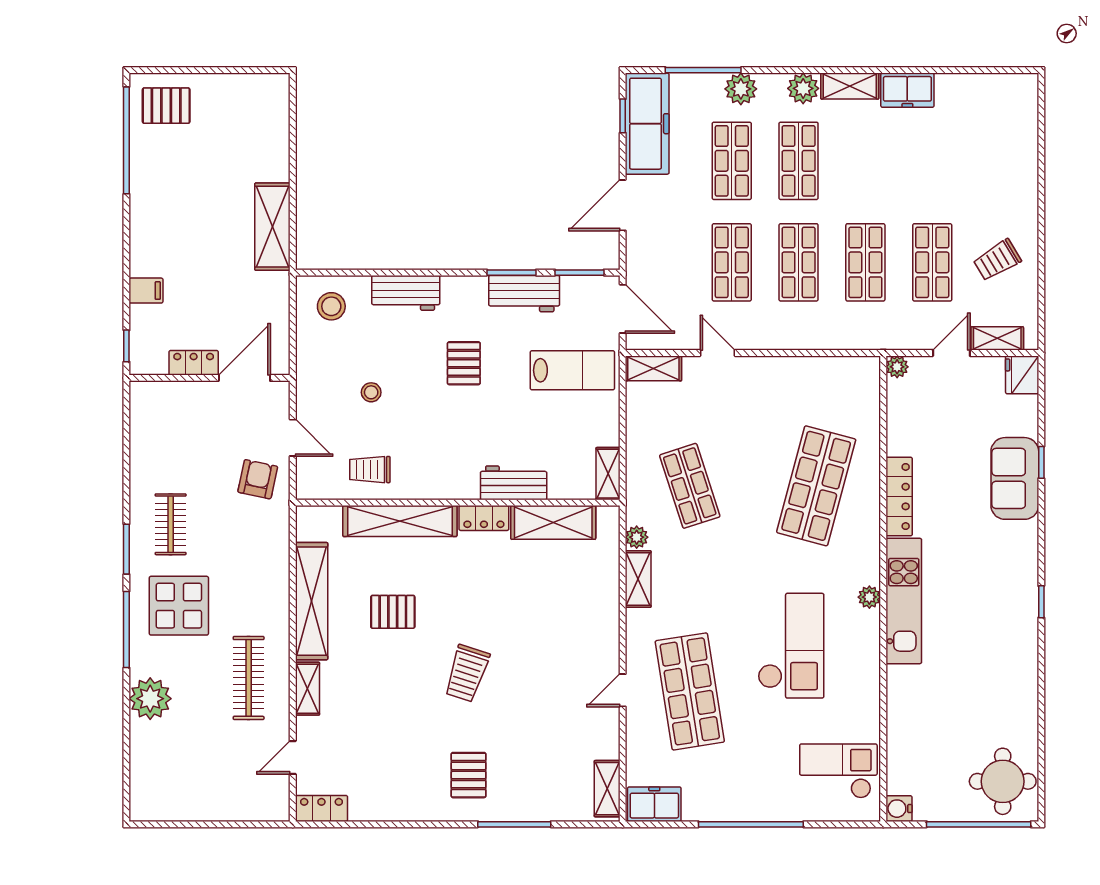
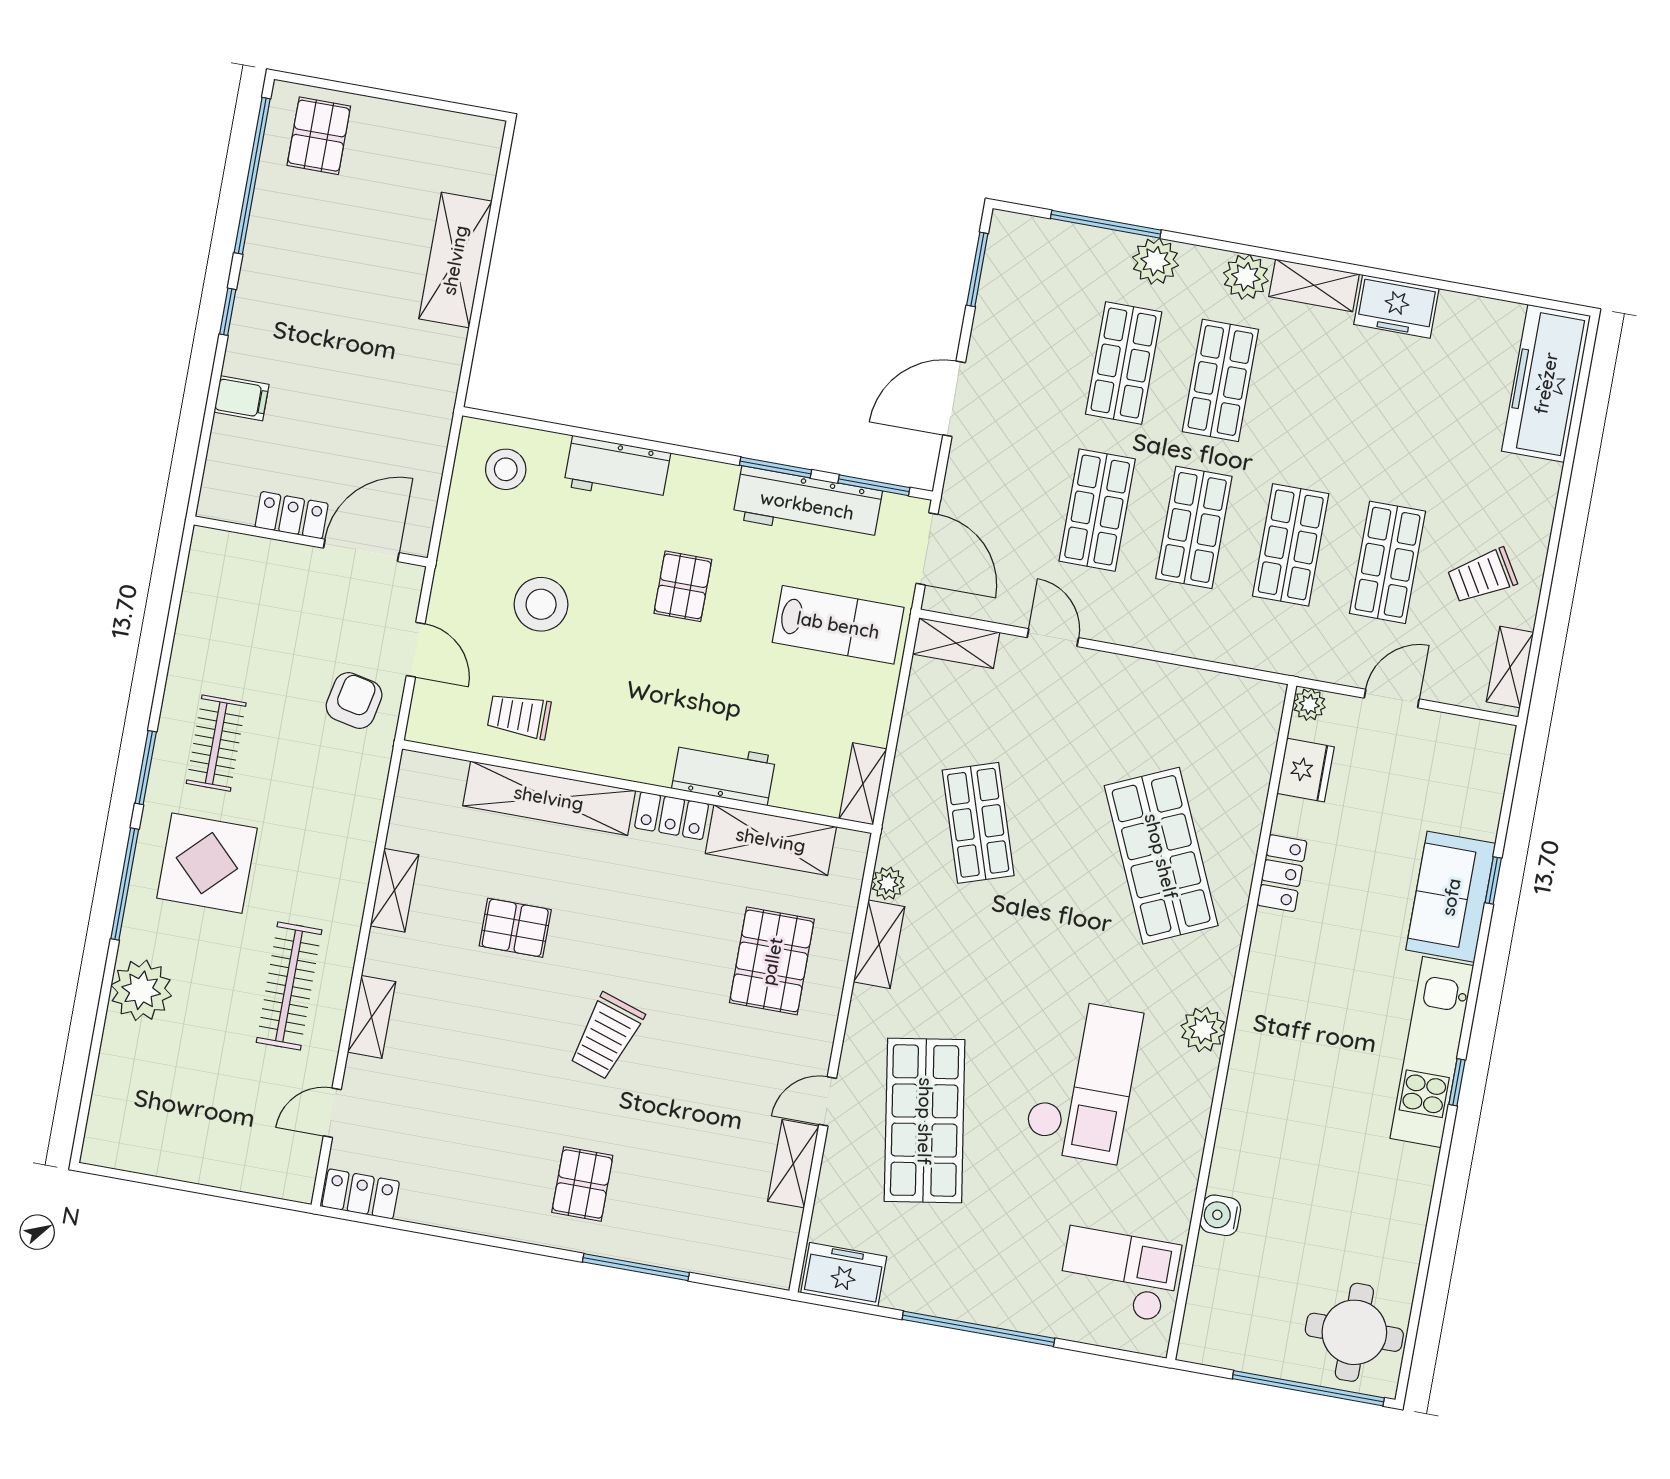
pallet: (166, 106) -> (319, 136), turned 90
window: (623, 116) -> (977, 269), width x1.50
freezer: (647, 124) -> (1546, 383), moved, turned 180
shelving: (272, 227) -> (455, 260), moved
workbench: (524, 294) -> (807, 505), width x1.38
shelving: (997, 338) -> (1510, 667), moved, turned 90
window: (126, 346) -> (228, 312), moved
fridge: (1022, 375) -> (1306, 770), moved, turned 180
stool: (371, 392) -> (541, 604), width x1.89, depth x1.89
shop shelf: (816, 486) -> (1161, 856), turned -39
locker: (899, 497) -> (1282, 873), width x0.66
plant: (869, 597) -> (1203, 1030), width x1.38, depth x1.38
shelving: (312, 601) -> (394, 890), width x0.45, depth x0.75
kitchen unit: (904, 601) -> (1432, 1052), moved, turned 180
pallet: (568, 603) -> (772, 961), added
shelving: (607, 789) -> (793, 1164), moved
water cooler: (899, 809) -> (1220, 1215), moved

